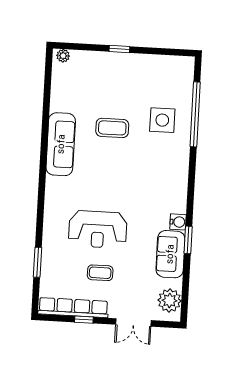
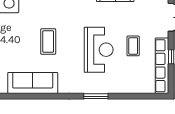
coffee table: (112, 128) -> (48, 41), moved
window: (37, 262) -> (96, 96), moved

